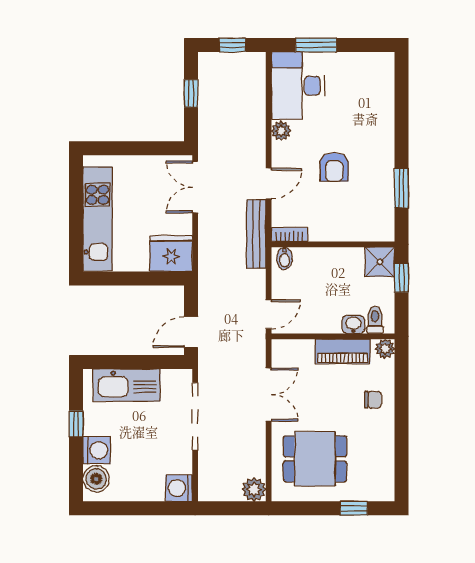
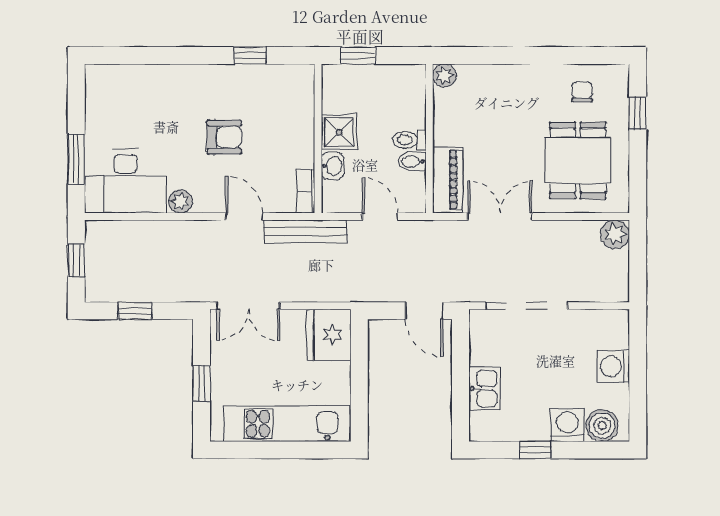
window: (131, 148) -> (202, 383), added
window: (401, 188) -> (250, 56), width x0.67
bidet: (285, 258) -> (412, 161), moved, turned 180
shower: (380, 262) -> (339, 132), moved
door: (269, 314) -> (380, 217), moved
toilet: (375, 320) -> (410, 140), moved
washbasin: (353, 324) -> (332, 166), moved, turned 180
piano: (343, 351) -> (448, 180), moved
kitchen sink: (127, 385) -> (485, 389), width x0.53, depth x0.81
chair: (373, 400) -> (582, 92), moved
washing machine: (179, 488) -> (613, 366), moved, turned 90

